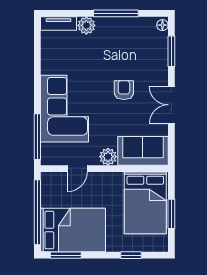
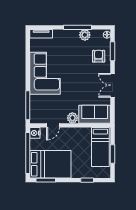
plant: (86, 25) -> (85, 35), moved
armchair: (124, 90) -> (99, 56), moved
corner sofa: (64, 109) -> (45, 73), moved
nightstand: (49, 181) -> (35, 133), added
bed: (145, 203) -> (100, 147), width x0.67

